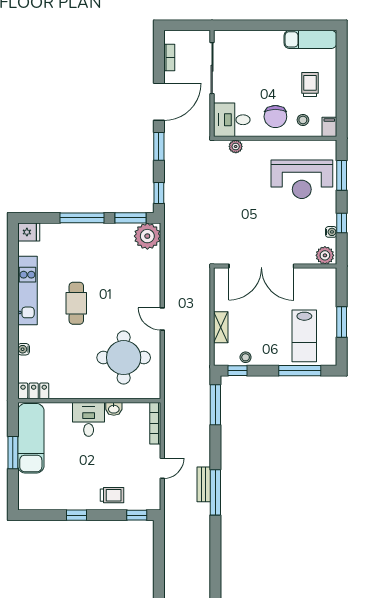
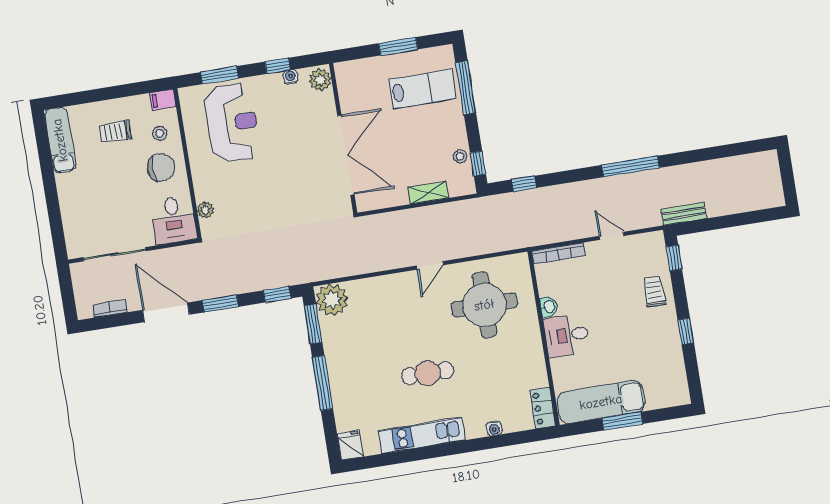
window: (215, 405) -> (524, 184), width x0.46
bench: (204, 484) -> (684, 214), moved

